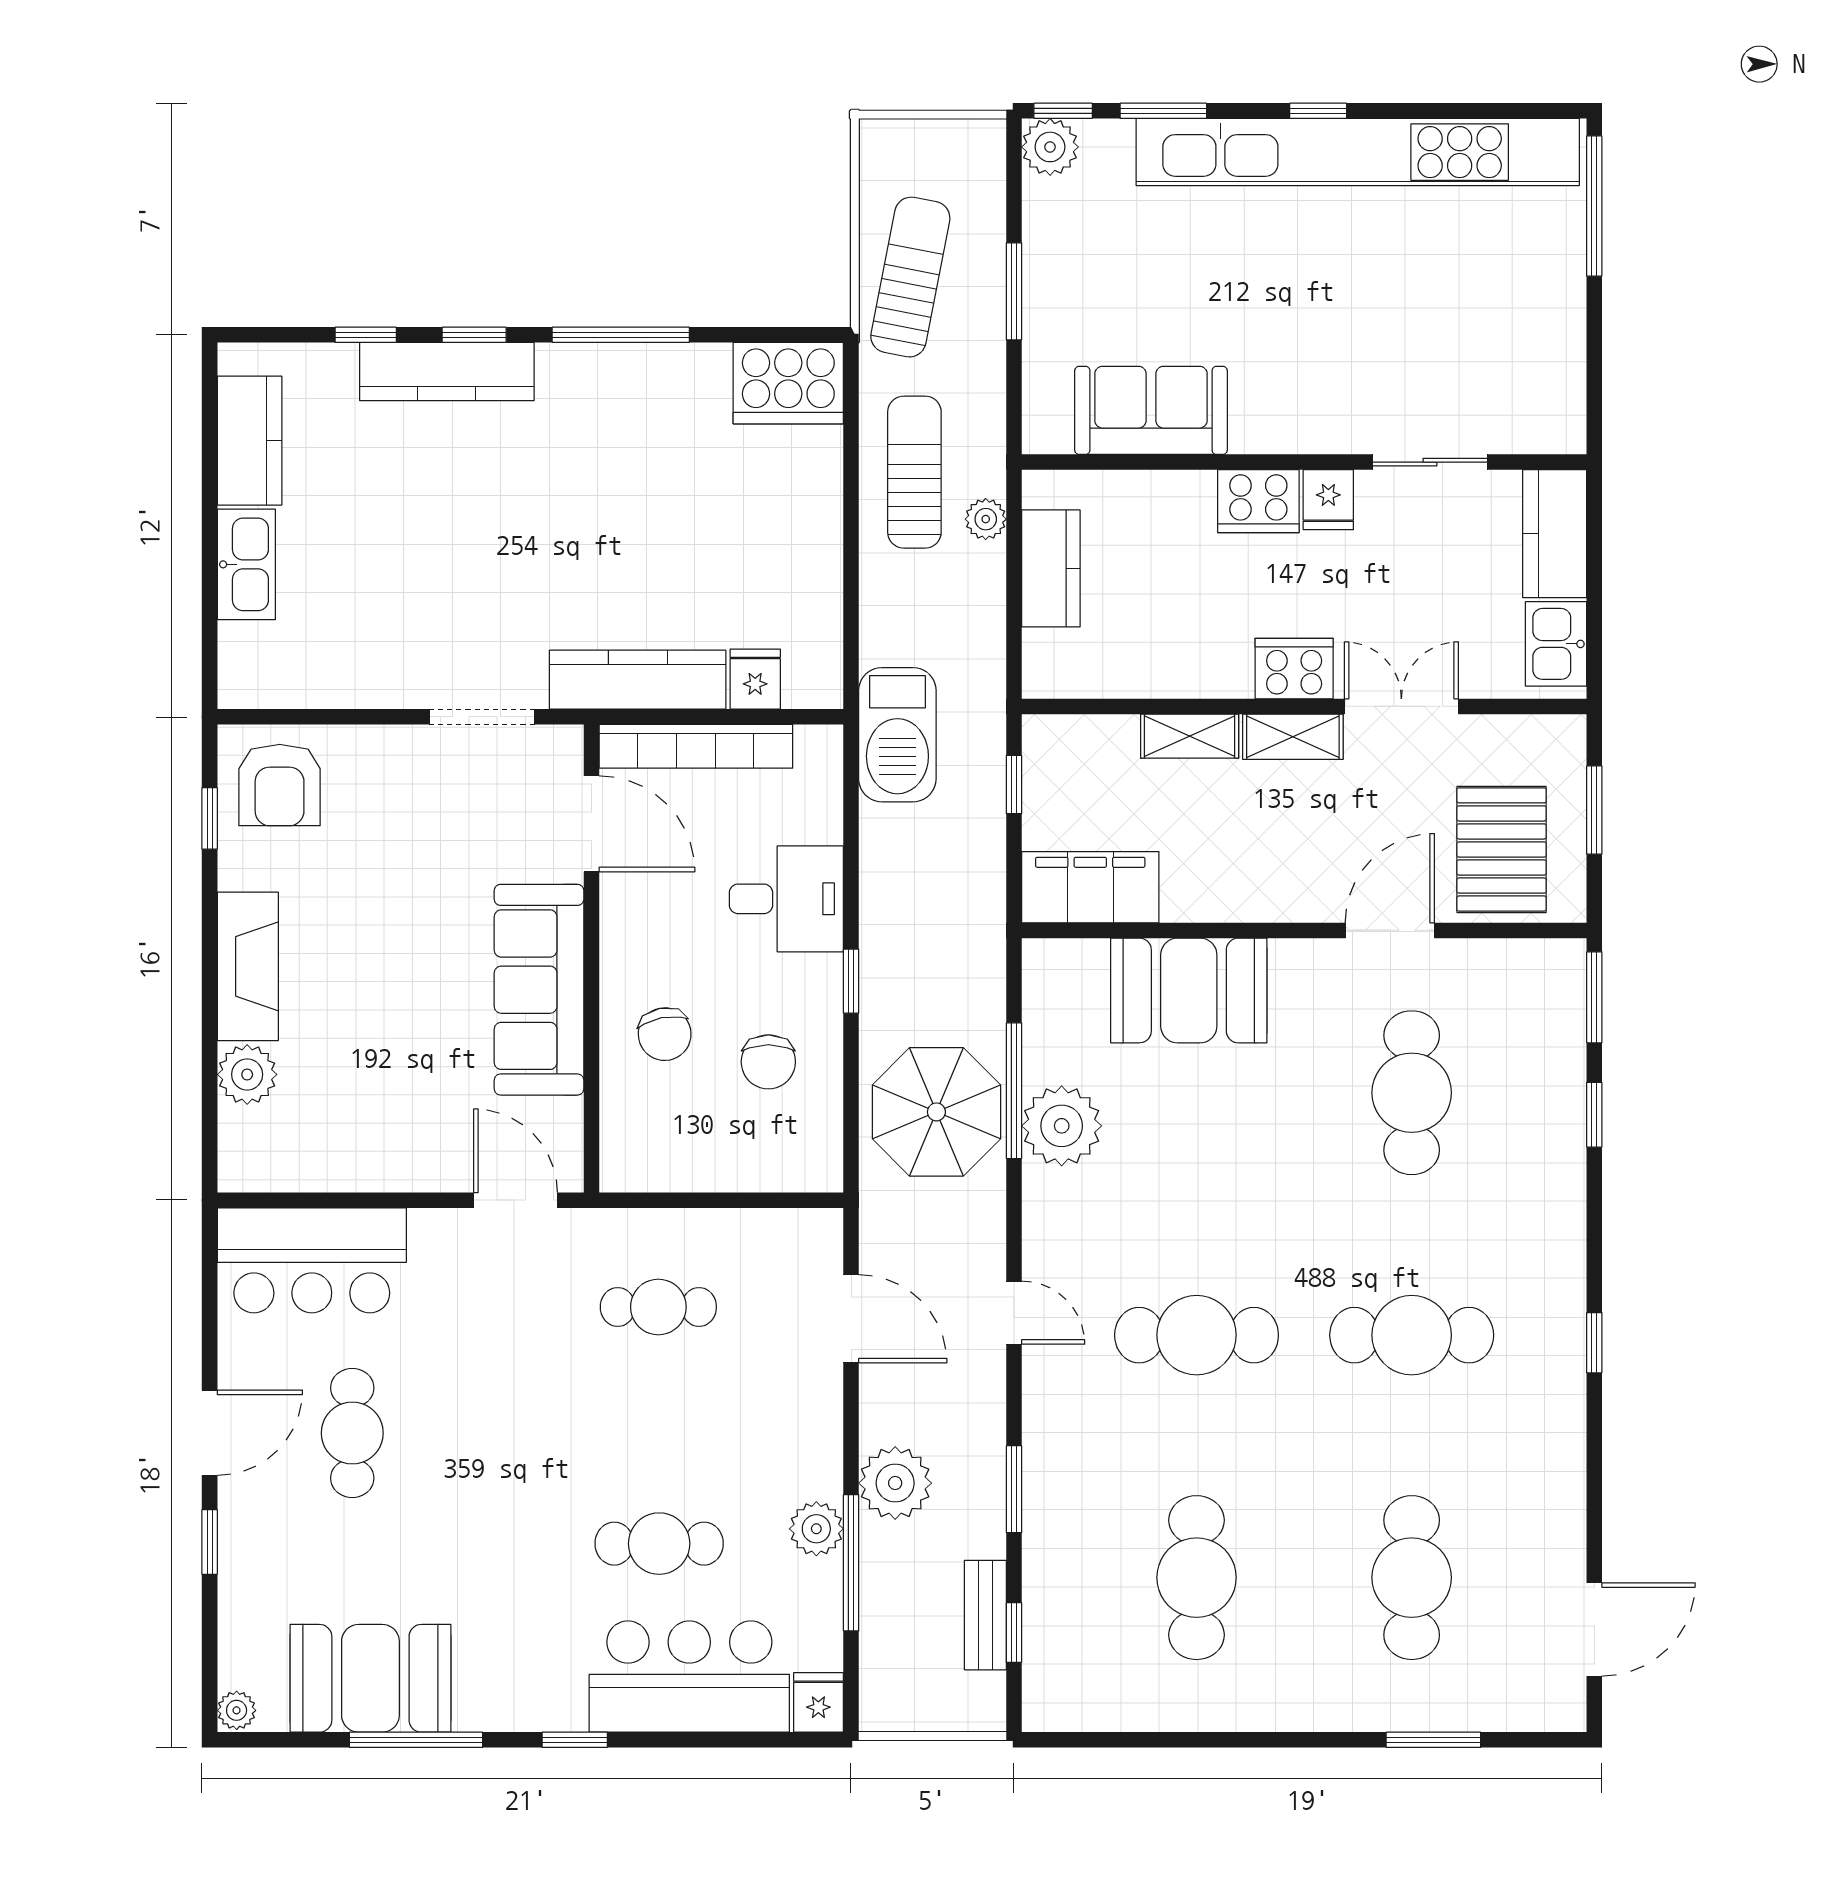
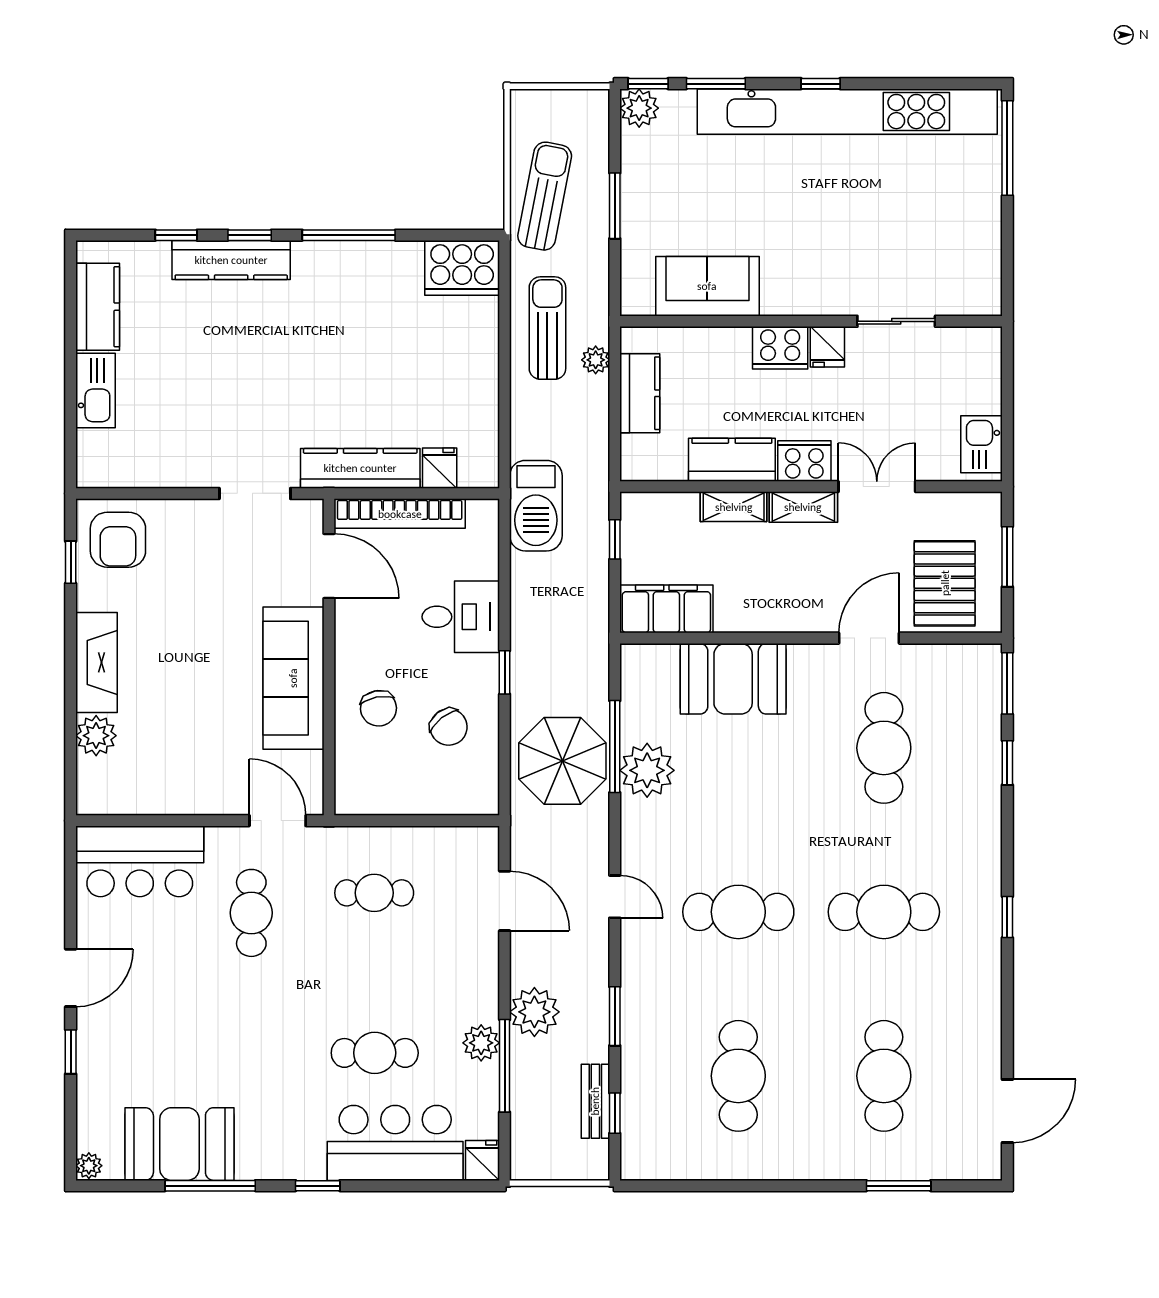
kitchen counter: (1555, 534) -> (732, 460), moved, turned 90
chair: (768, 1062) -> (449, 727), turned -38
cafe table: (352, 1433) -> (251, 913), moved

